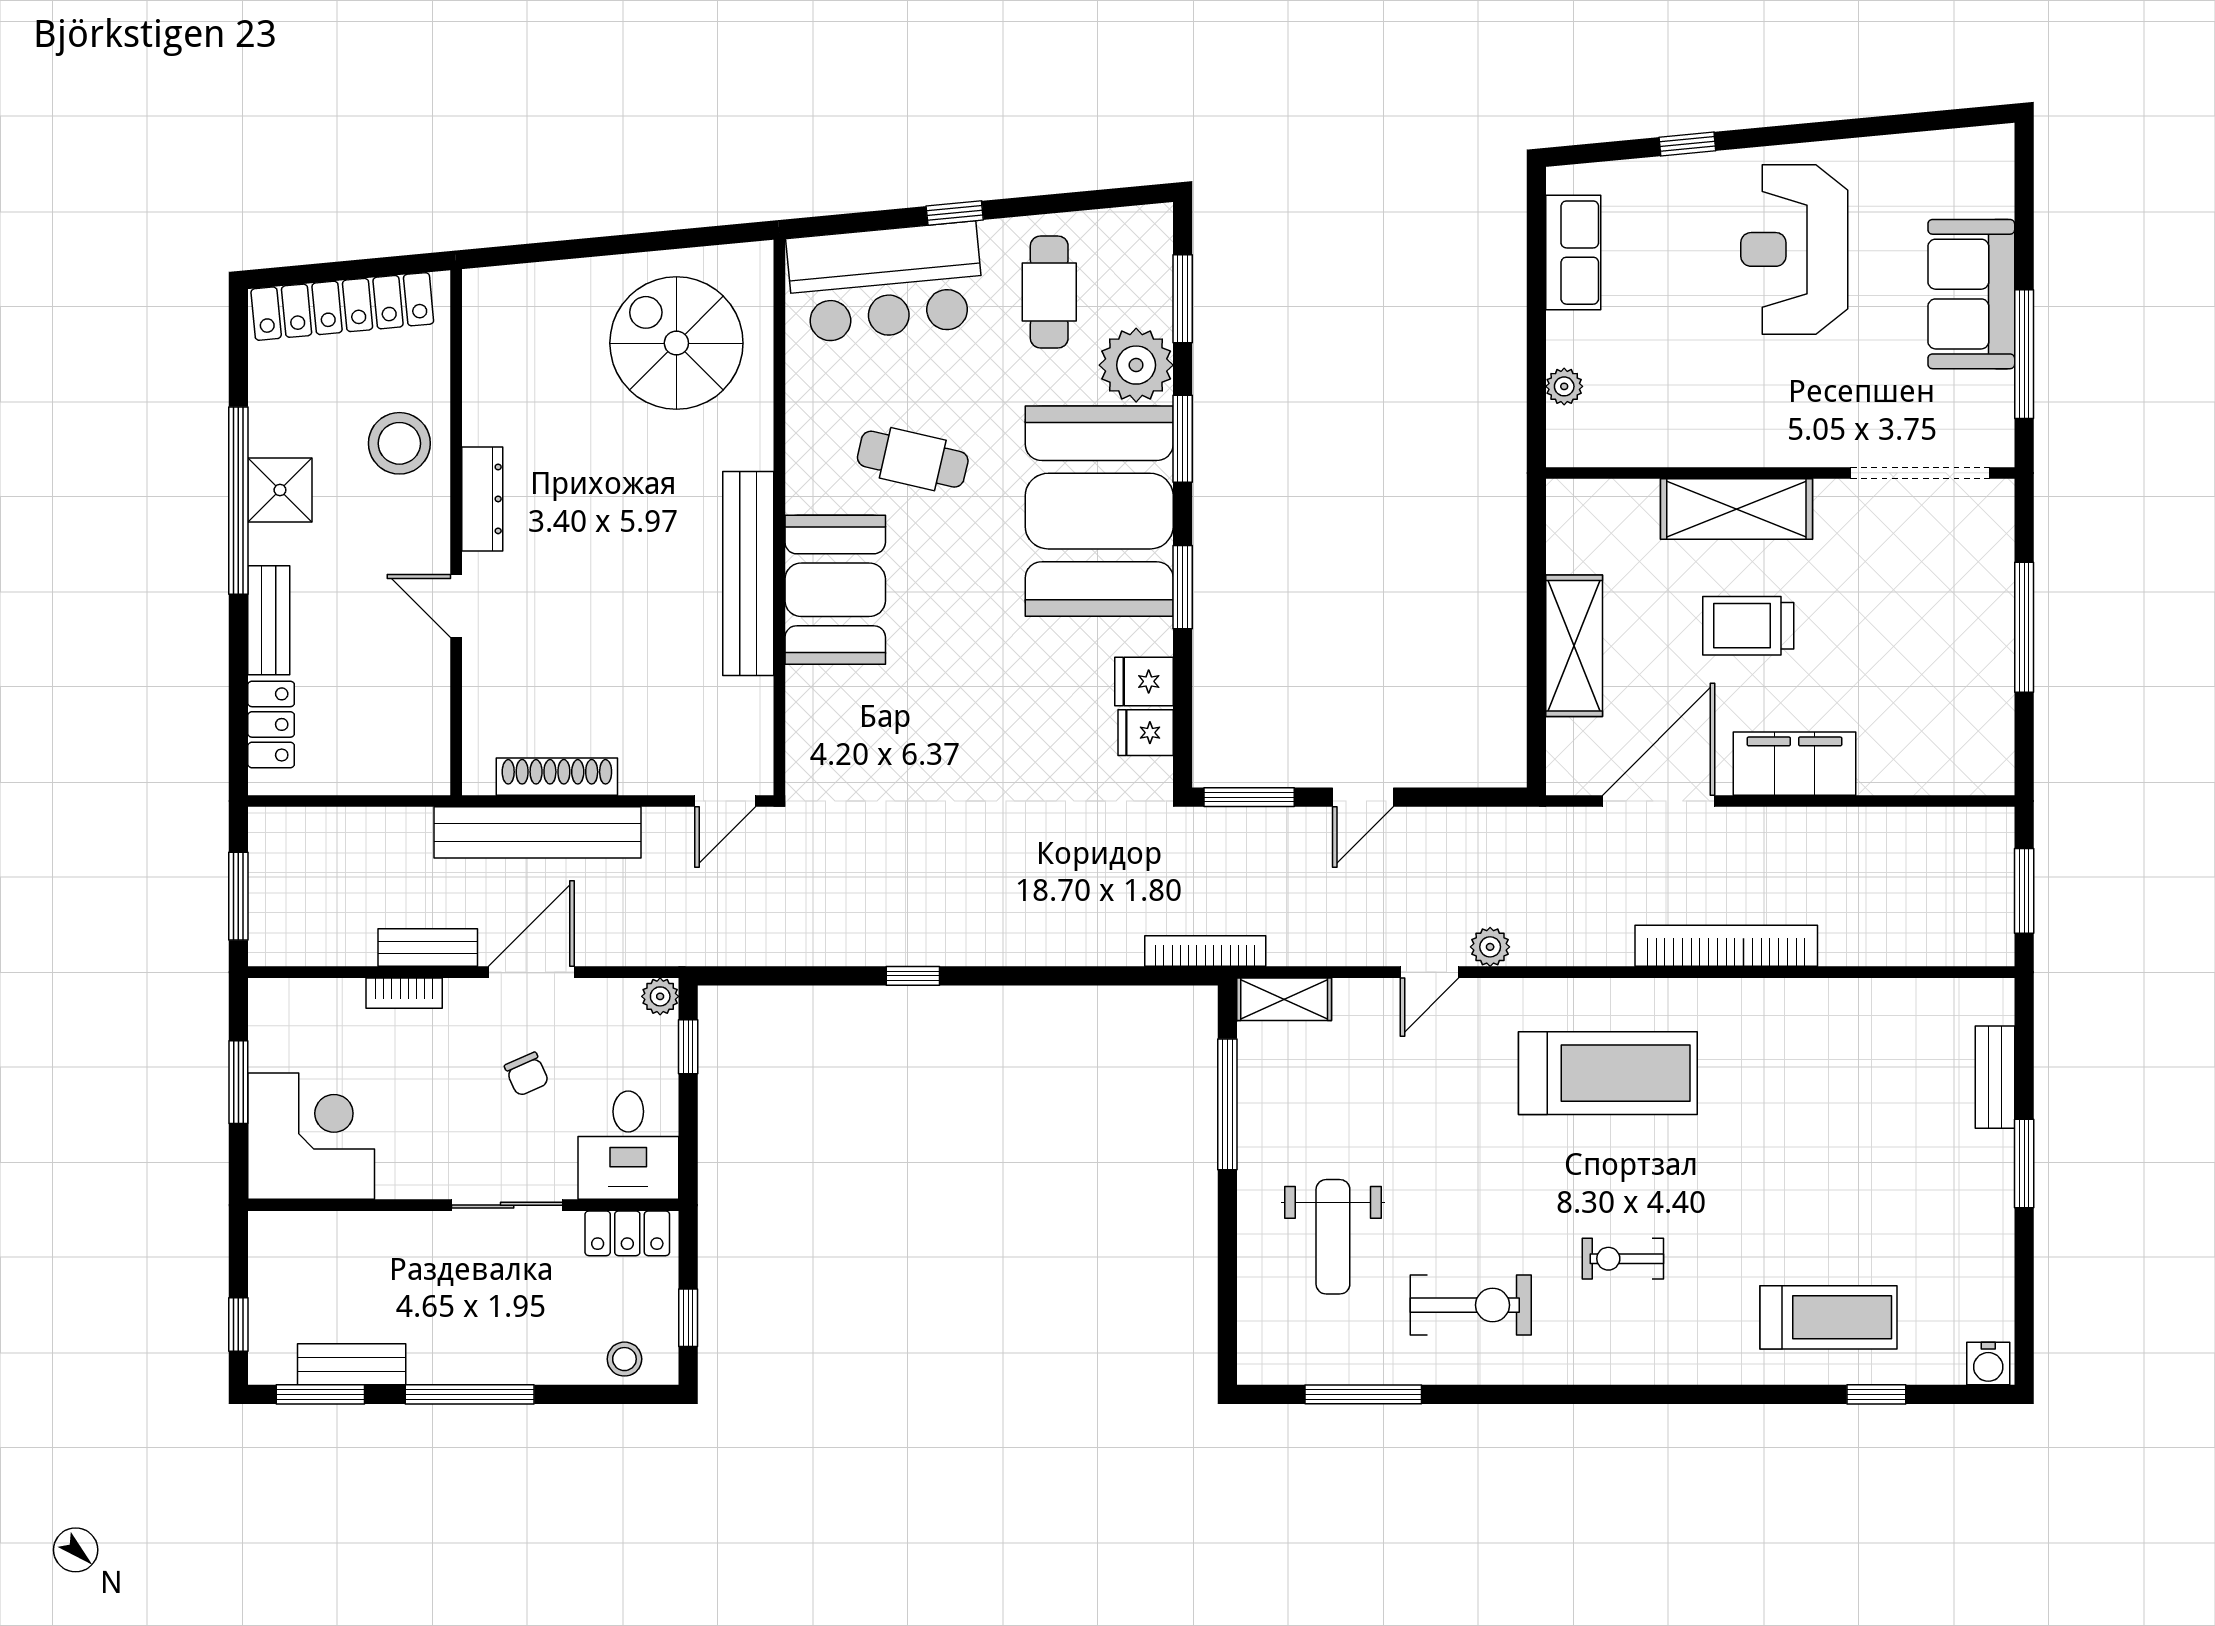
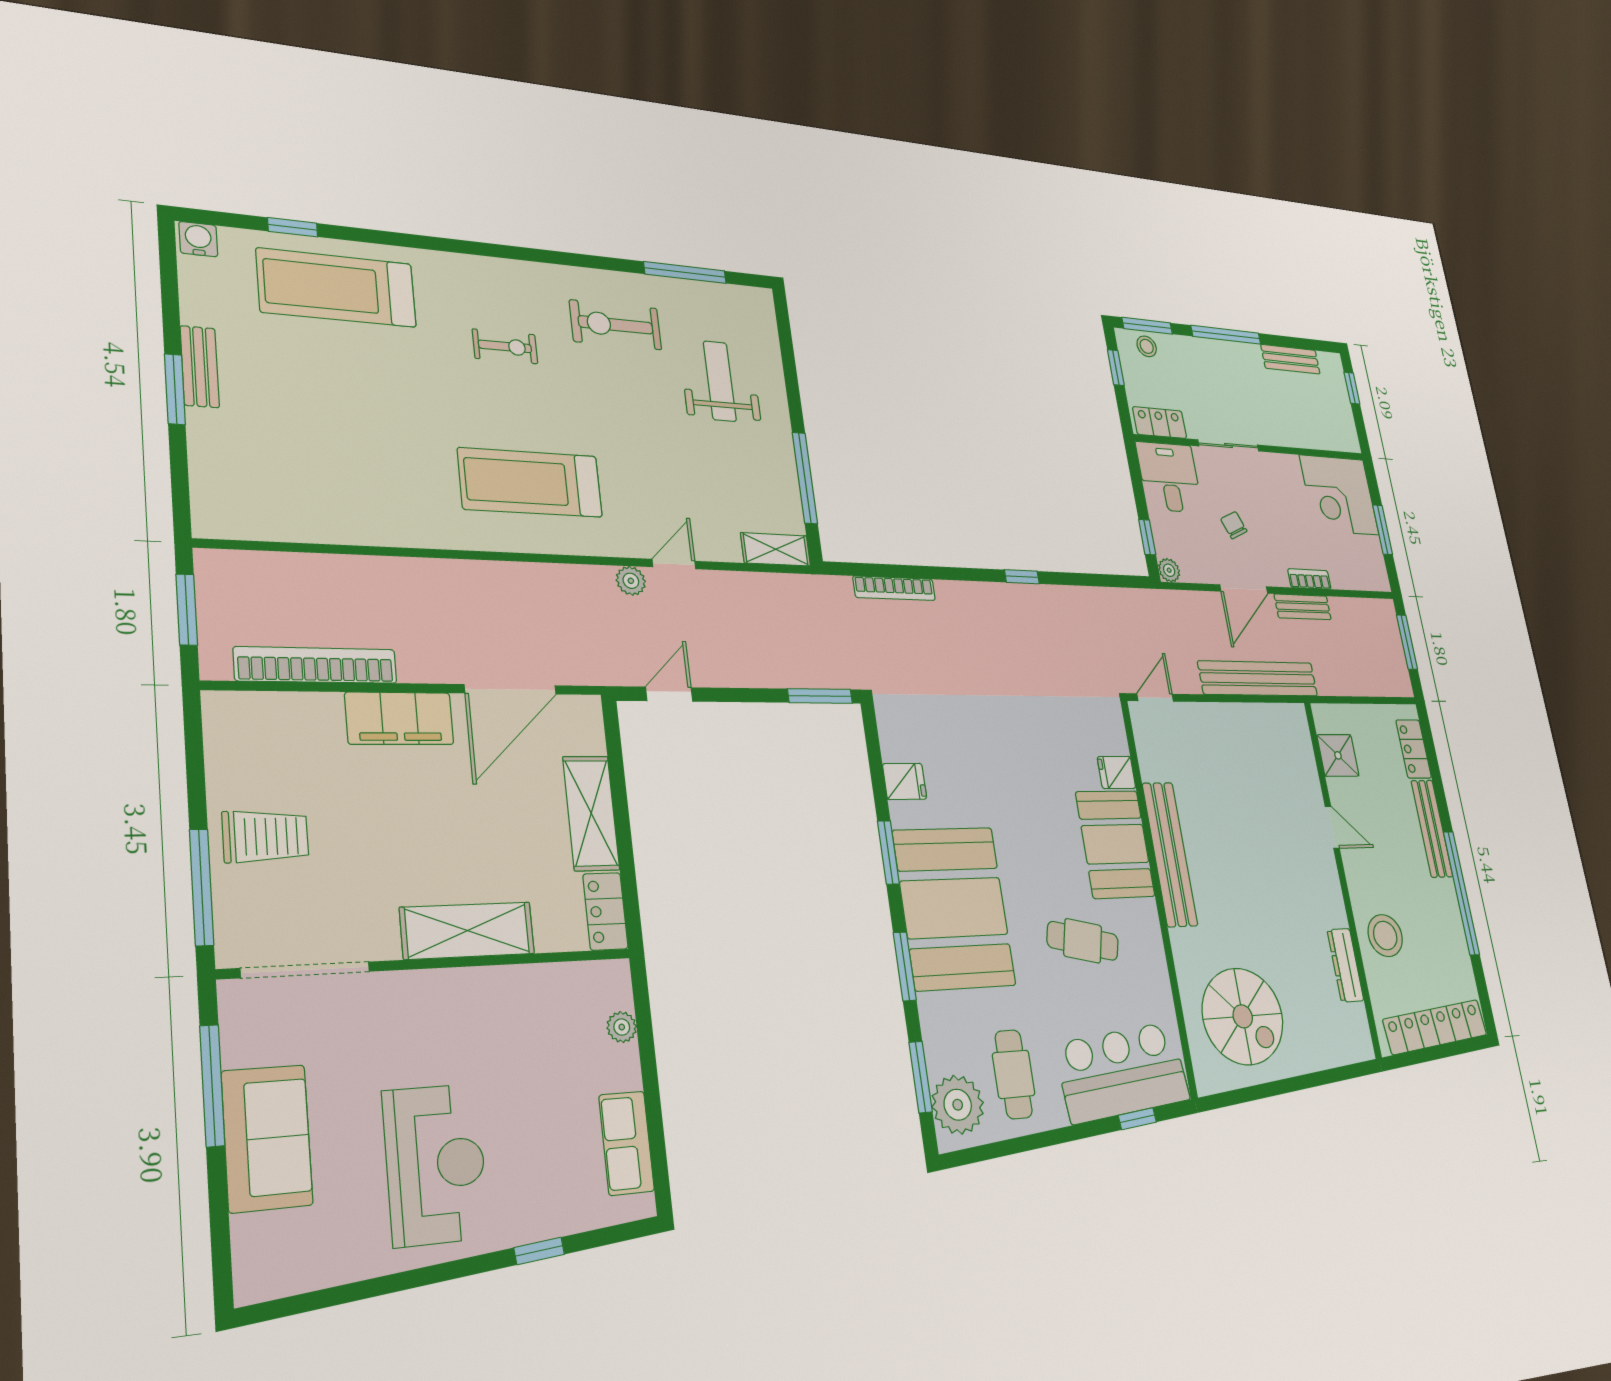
window: (955, 213) -> (1137, 1119), moved
plant: (1136, 365) -> (958, 1105), moved
shower: (280, 490) -> (1338, 755), moved
dresser: (482, 499) -> (1345, 965), moved
locker: (1569, 525) -> (605, 911), added
bench: (269, 620) -> (1432, 829), width x1.36
trolley: (1748, 626) -> (265, 836), moved
window: (2024, 627) -> (202, 887), moved
fridge: (1146, 733) -> (1116, 772), moved, turned 180
shoe rack: (557, 777) -> (1254, 715), removed
door: (1363, 797) -> (669, 694), moved
bookcase: (1726, 946) -> (316, 665), moved, turned 180
bookcase: (1205, 951) -> (894, 588), moved
bench: (1995, 1077) -> (200, 367), moved
treadmill: (1828, 1317) -> (337, 288), width x1.37, depth x1.38
window: (320, 1394) -> (1147, 326), moved

